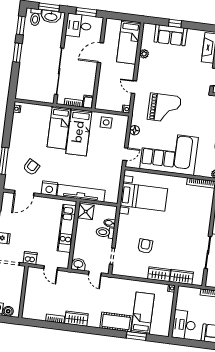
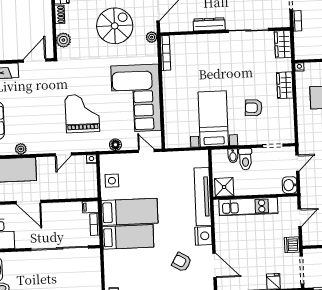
bed with nightstands: (144, 197) -> (213, 119), moved
wardrobe: (182, 277) -> (283, 44), moved

